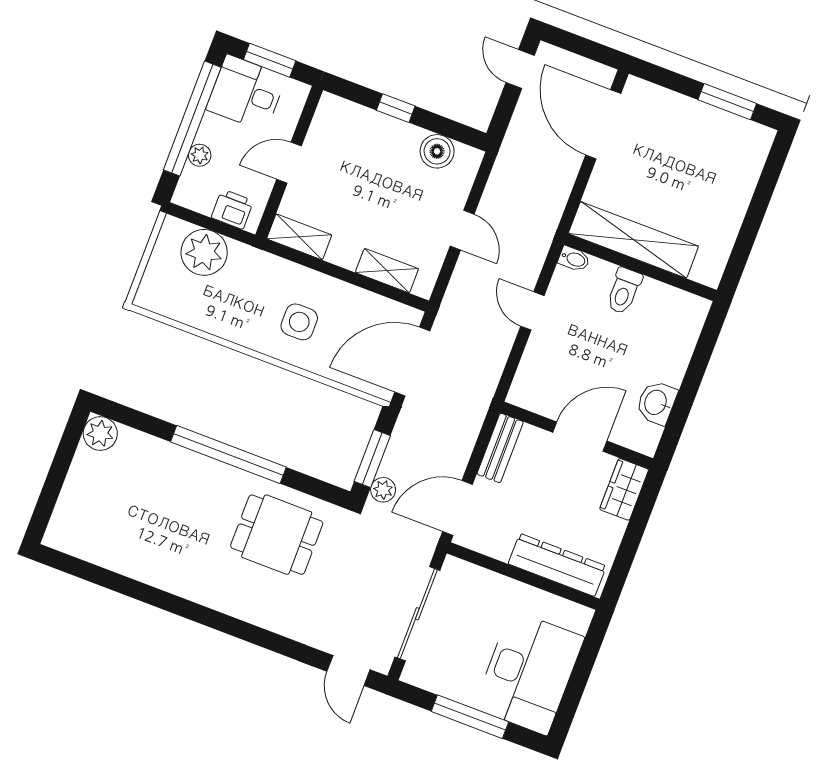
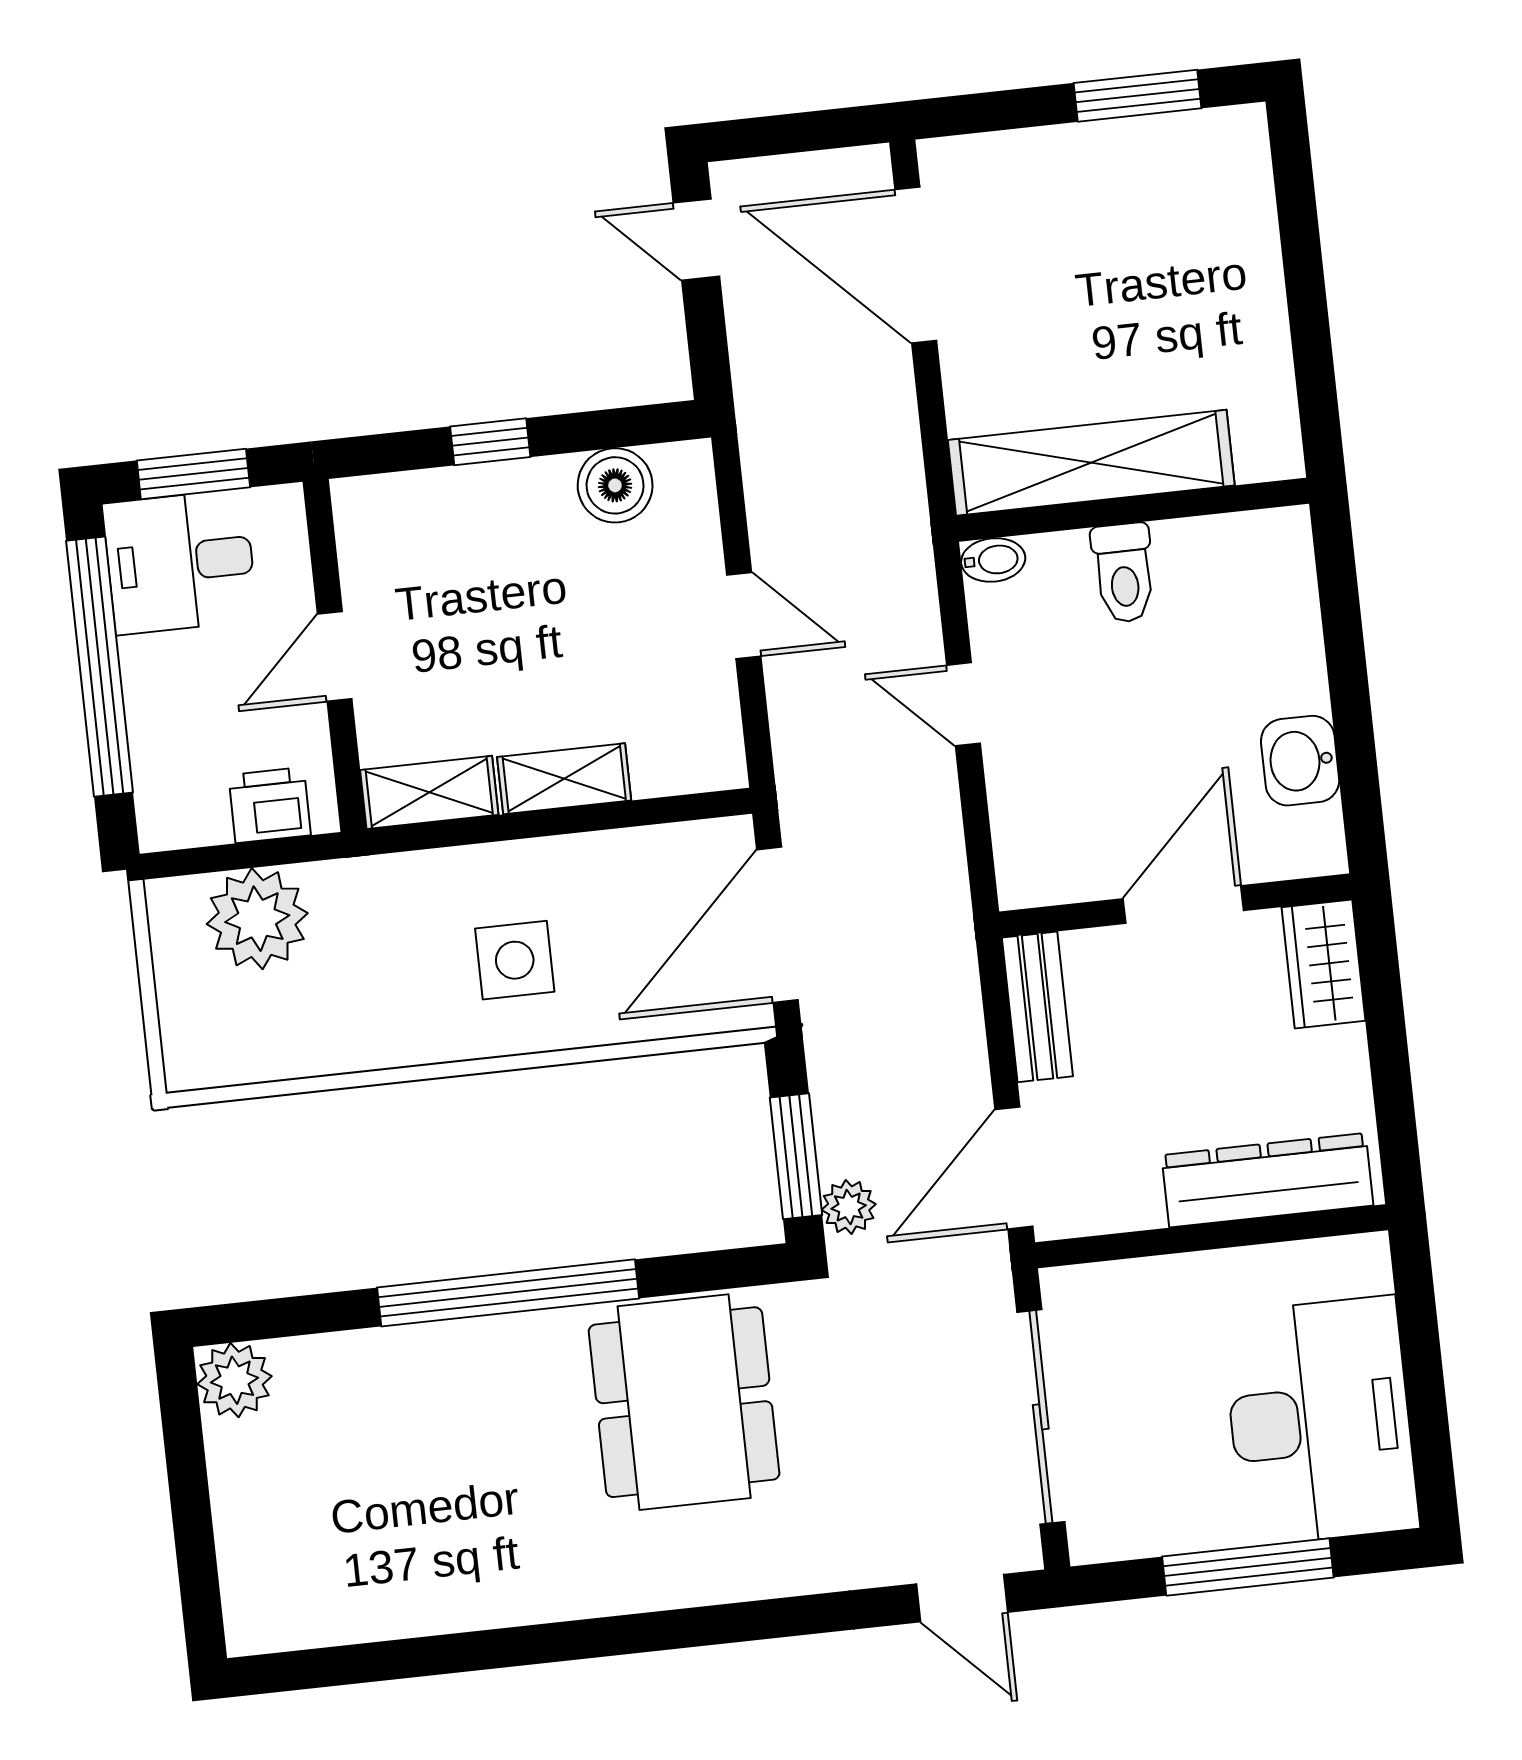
plant: (200, 155) -> (151, 731), removed
shelving: (387, 271) -> (564, 779), moved
dining table: (277, 535) -> (684, 1402), width x1.37

